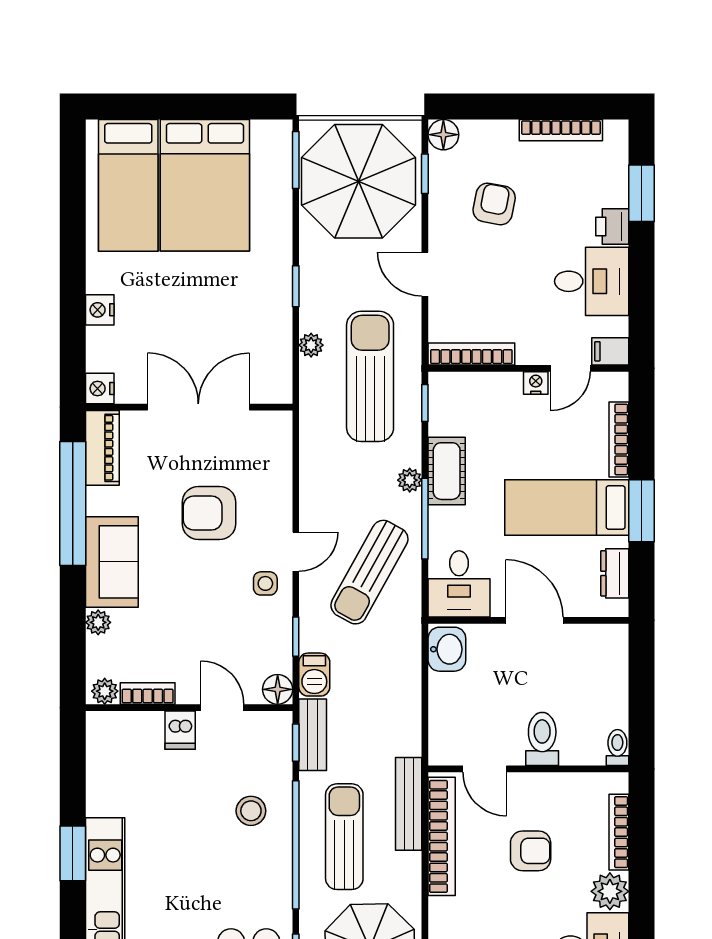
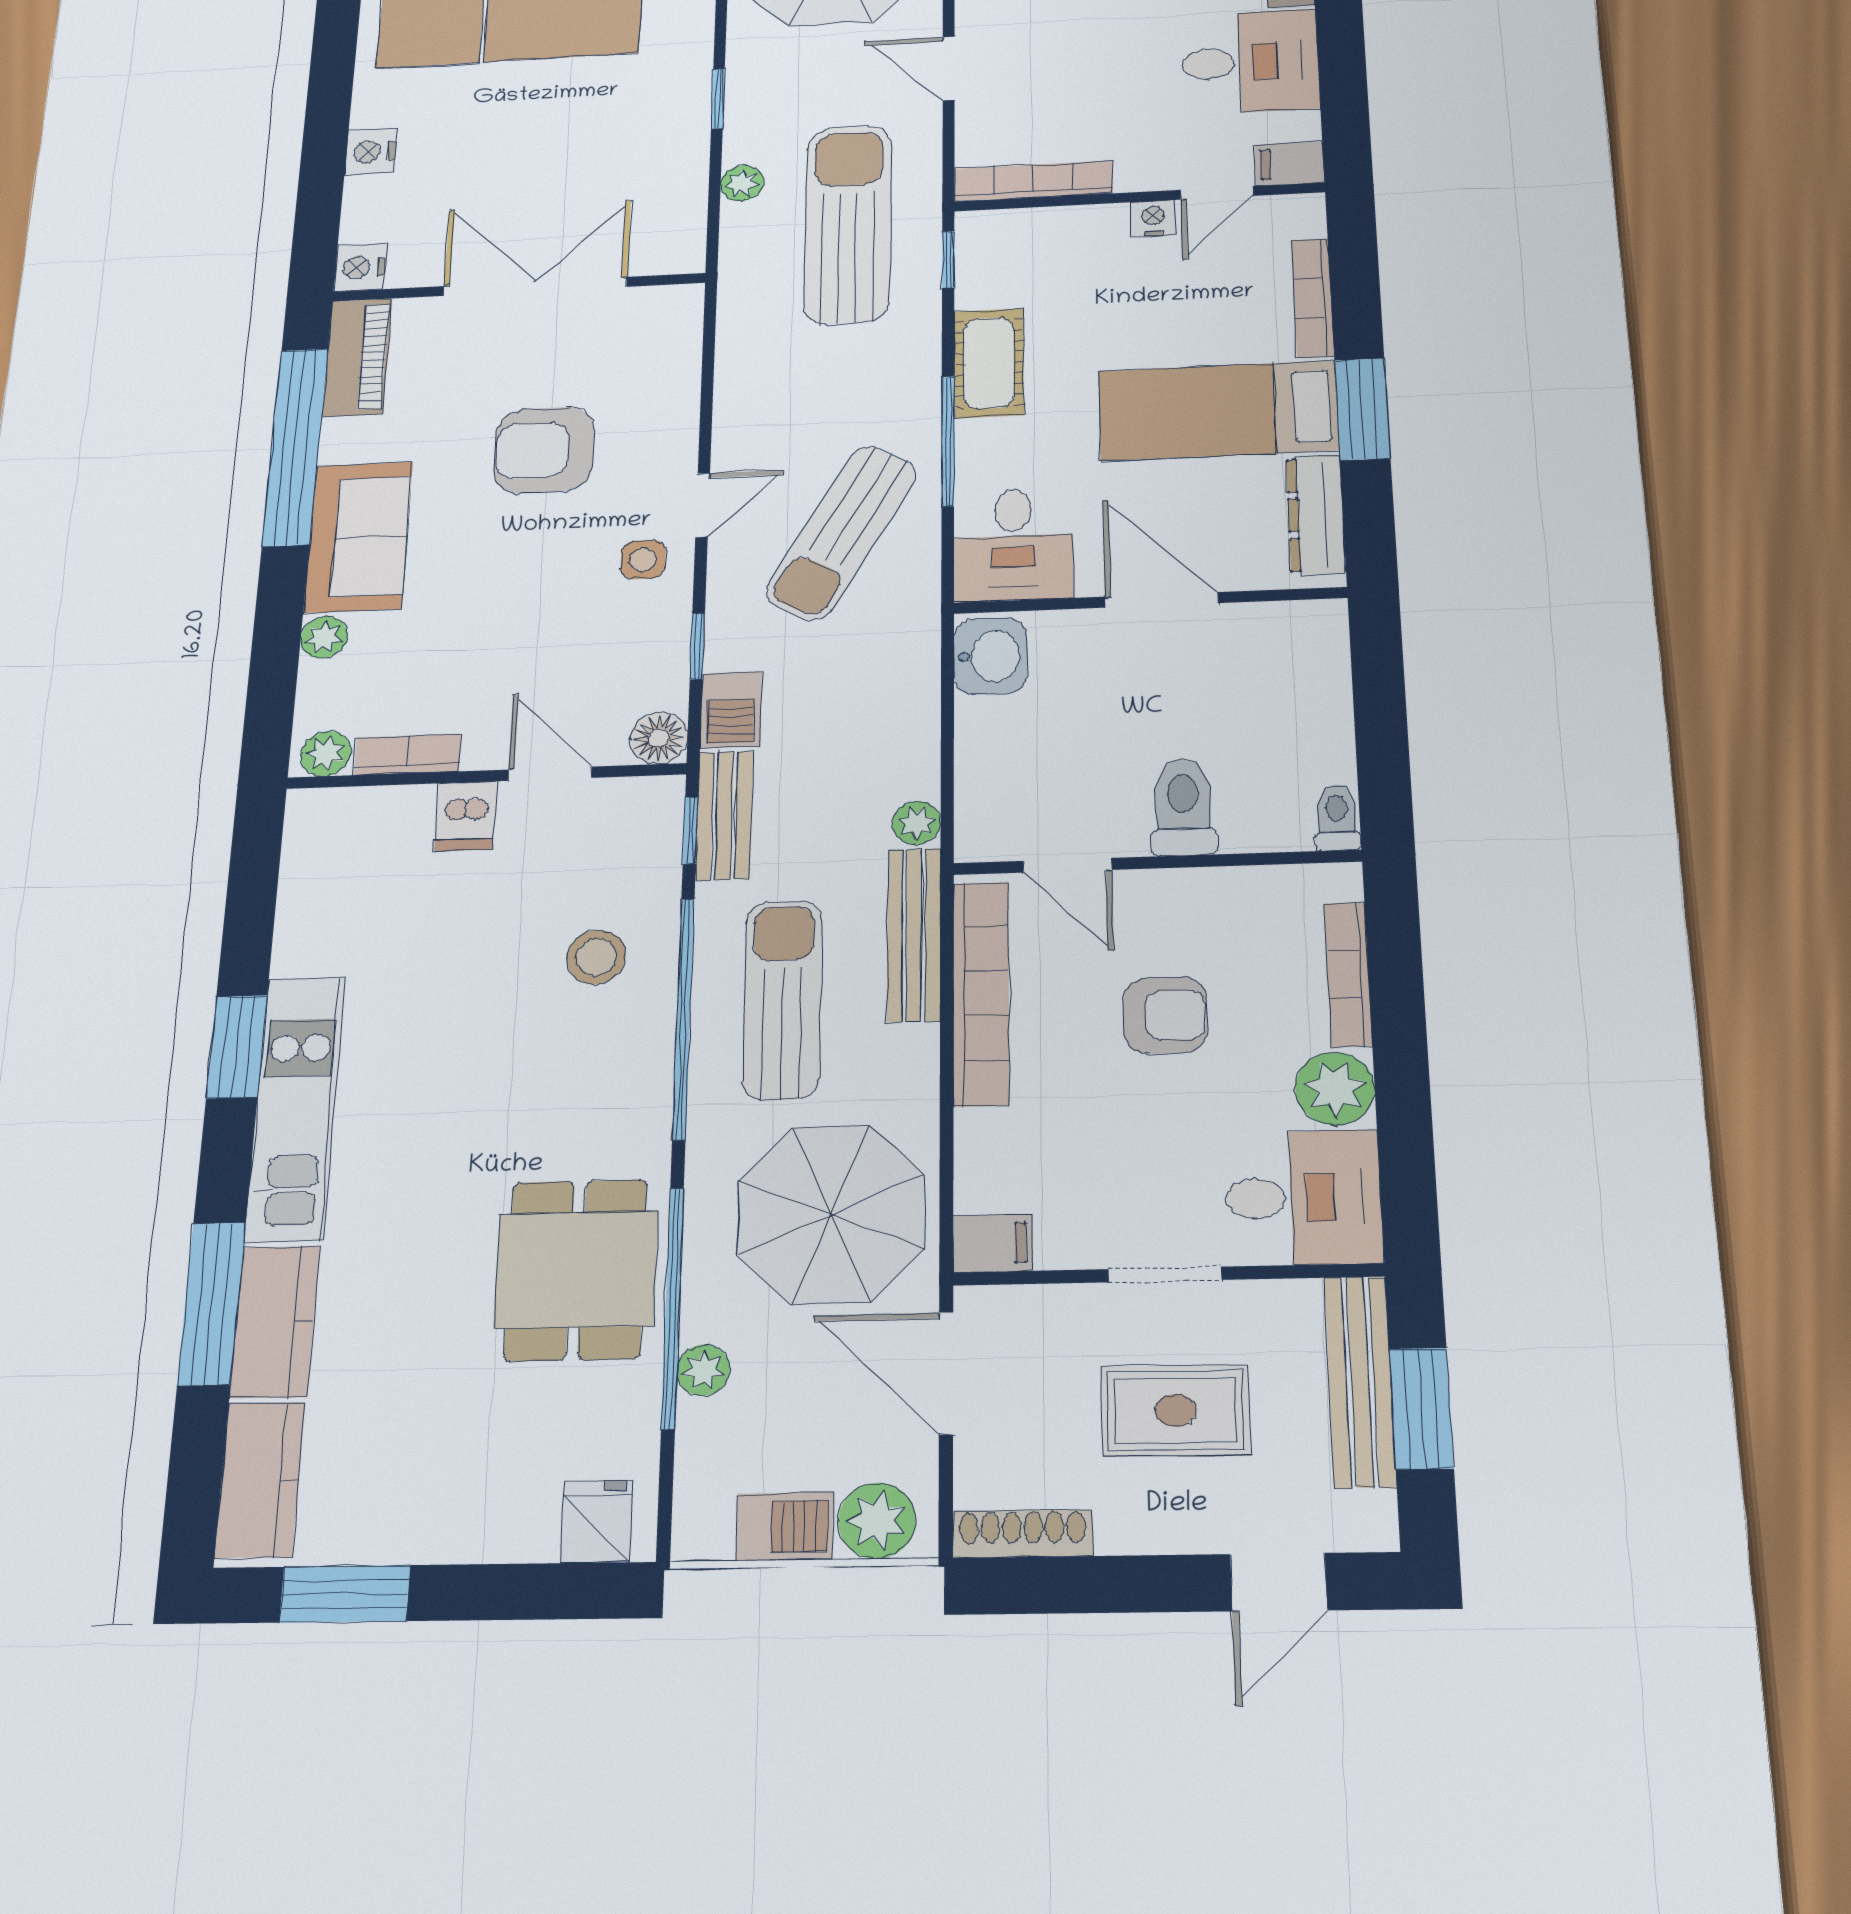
plant: (410, 480) -> (917, 823), moved
dresser: (615, 573) -> (1316, 514), width x1.44

